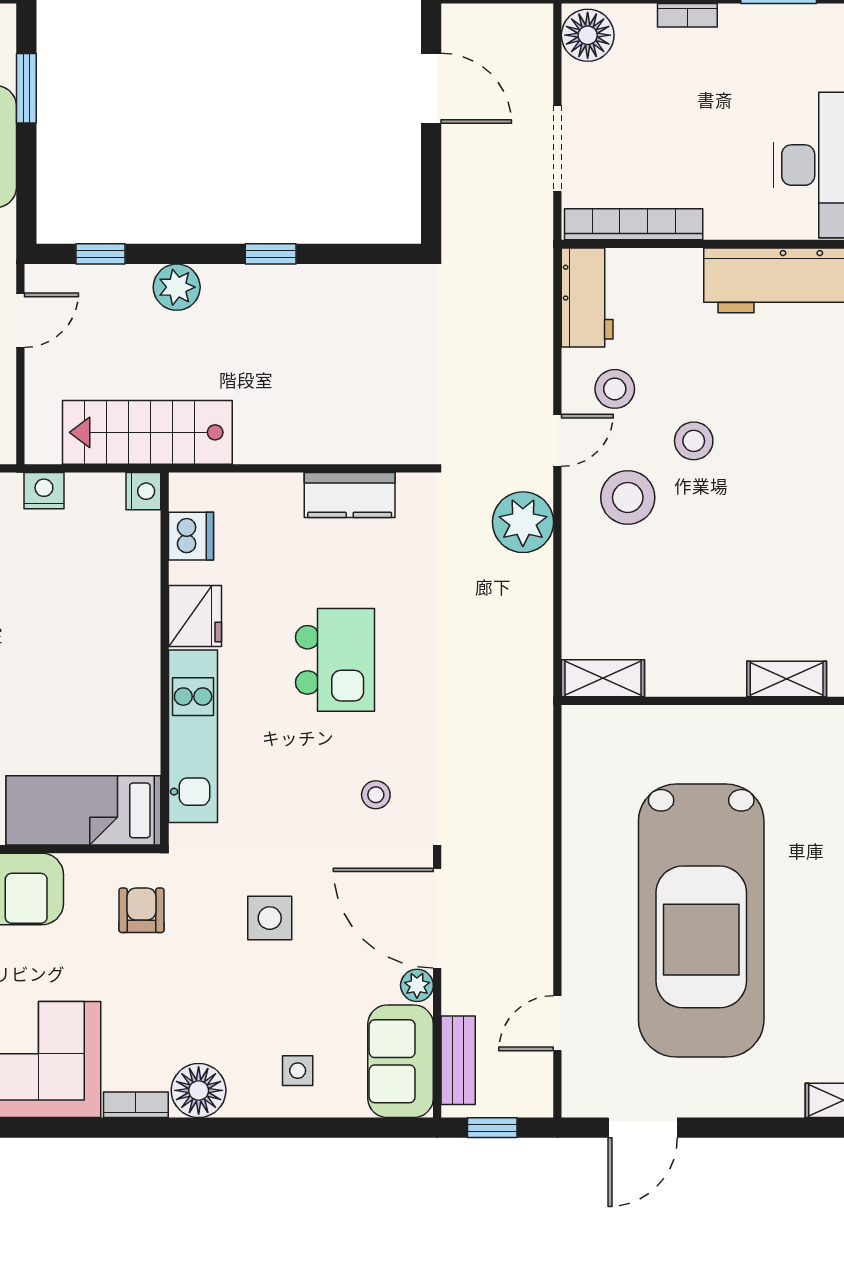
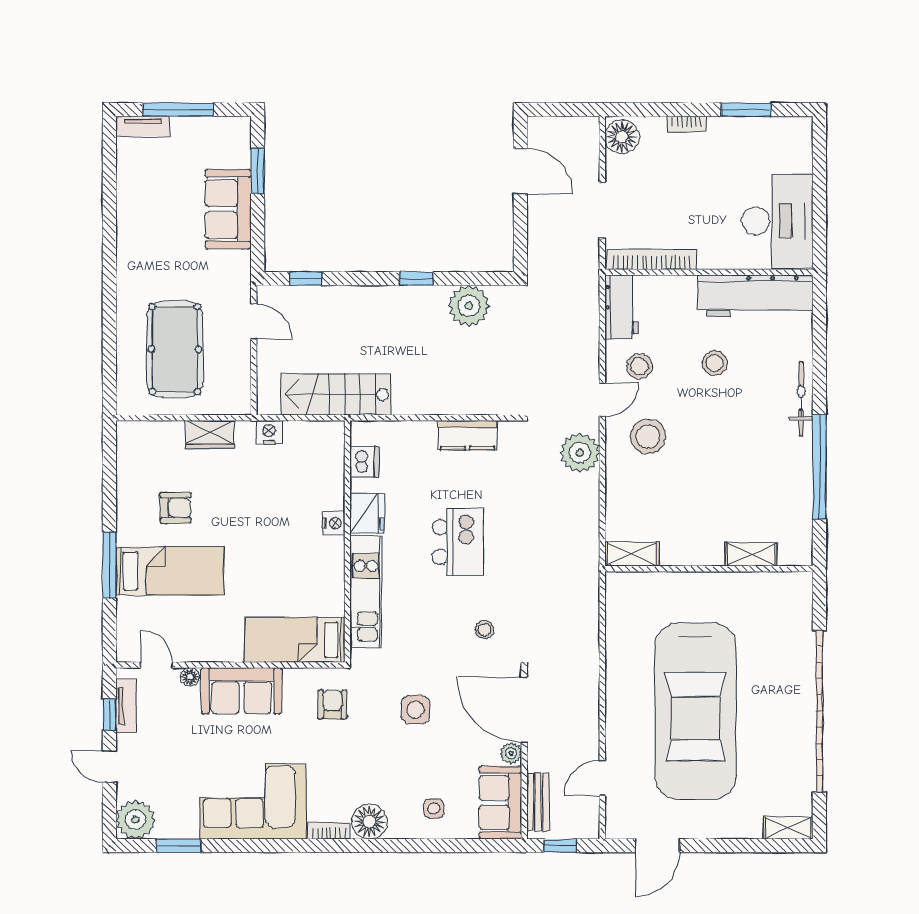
plant: (177, 287) -> (469, 306), moved, width x1.36, depth x1.36
door: (20, 320) -> (254, 322), hinge flipped
stool: (694, 441) -> (715, 363), moved
nightstand: (143, 491) -> (334, 523), moved

